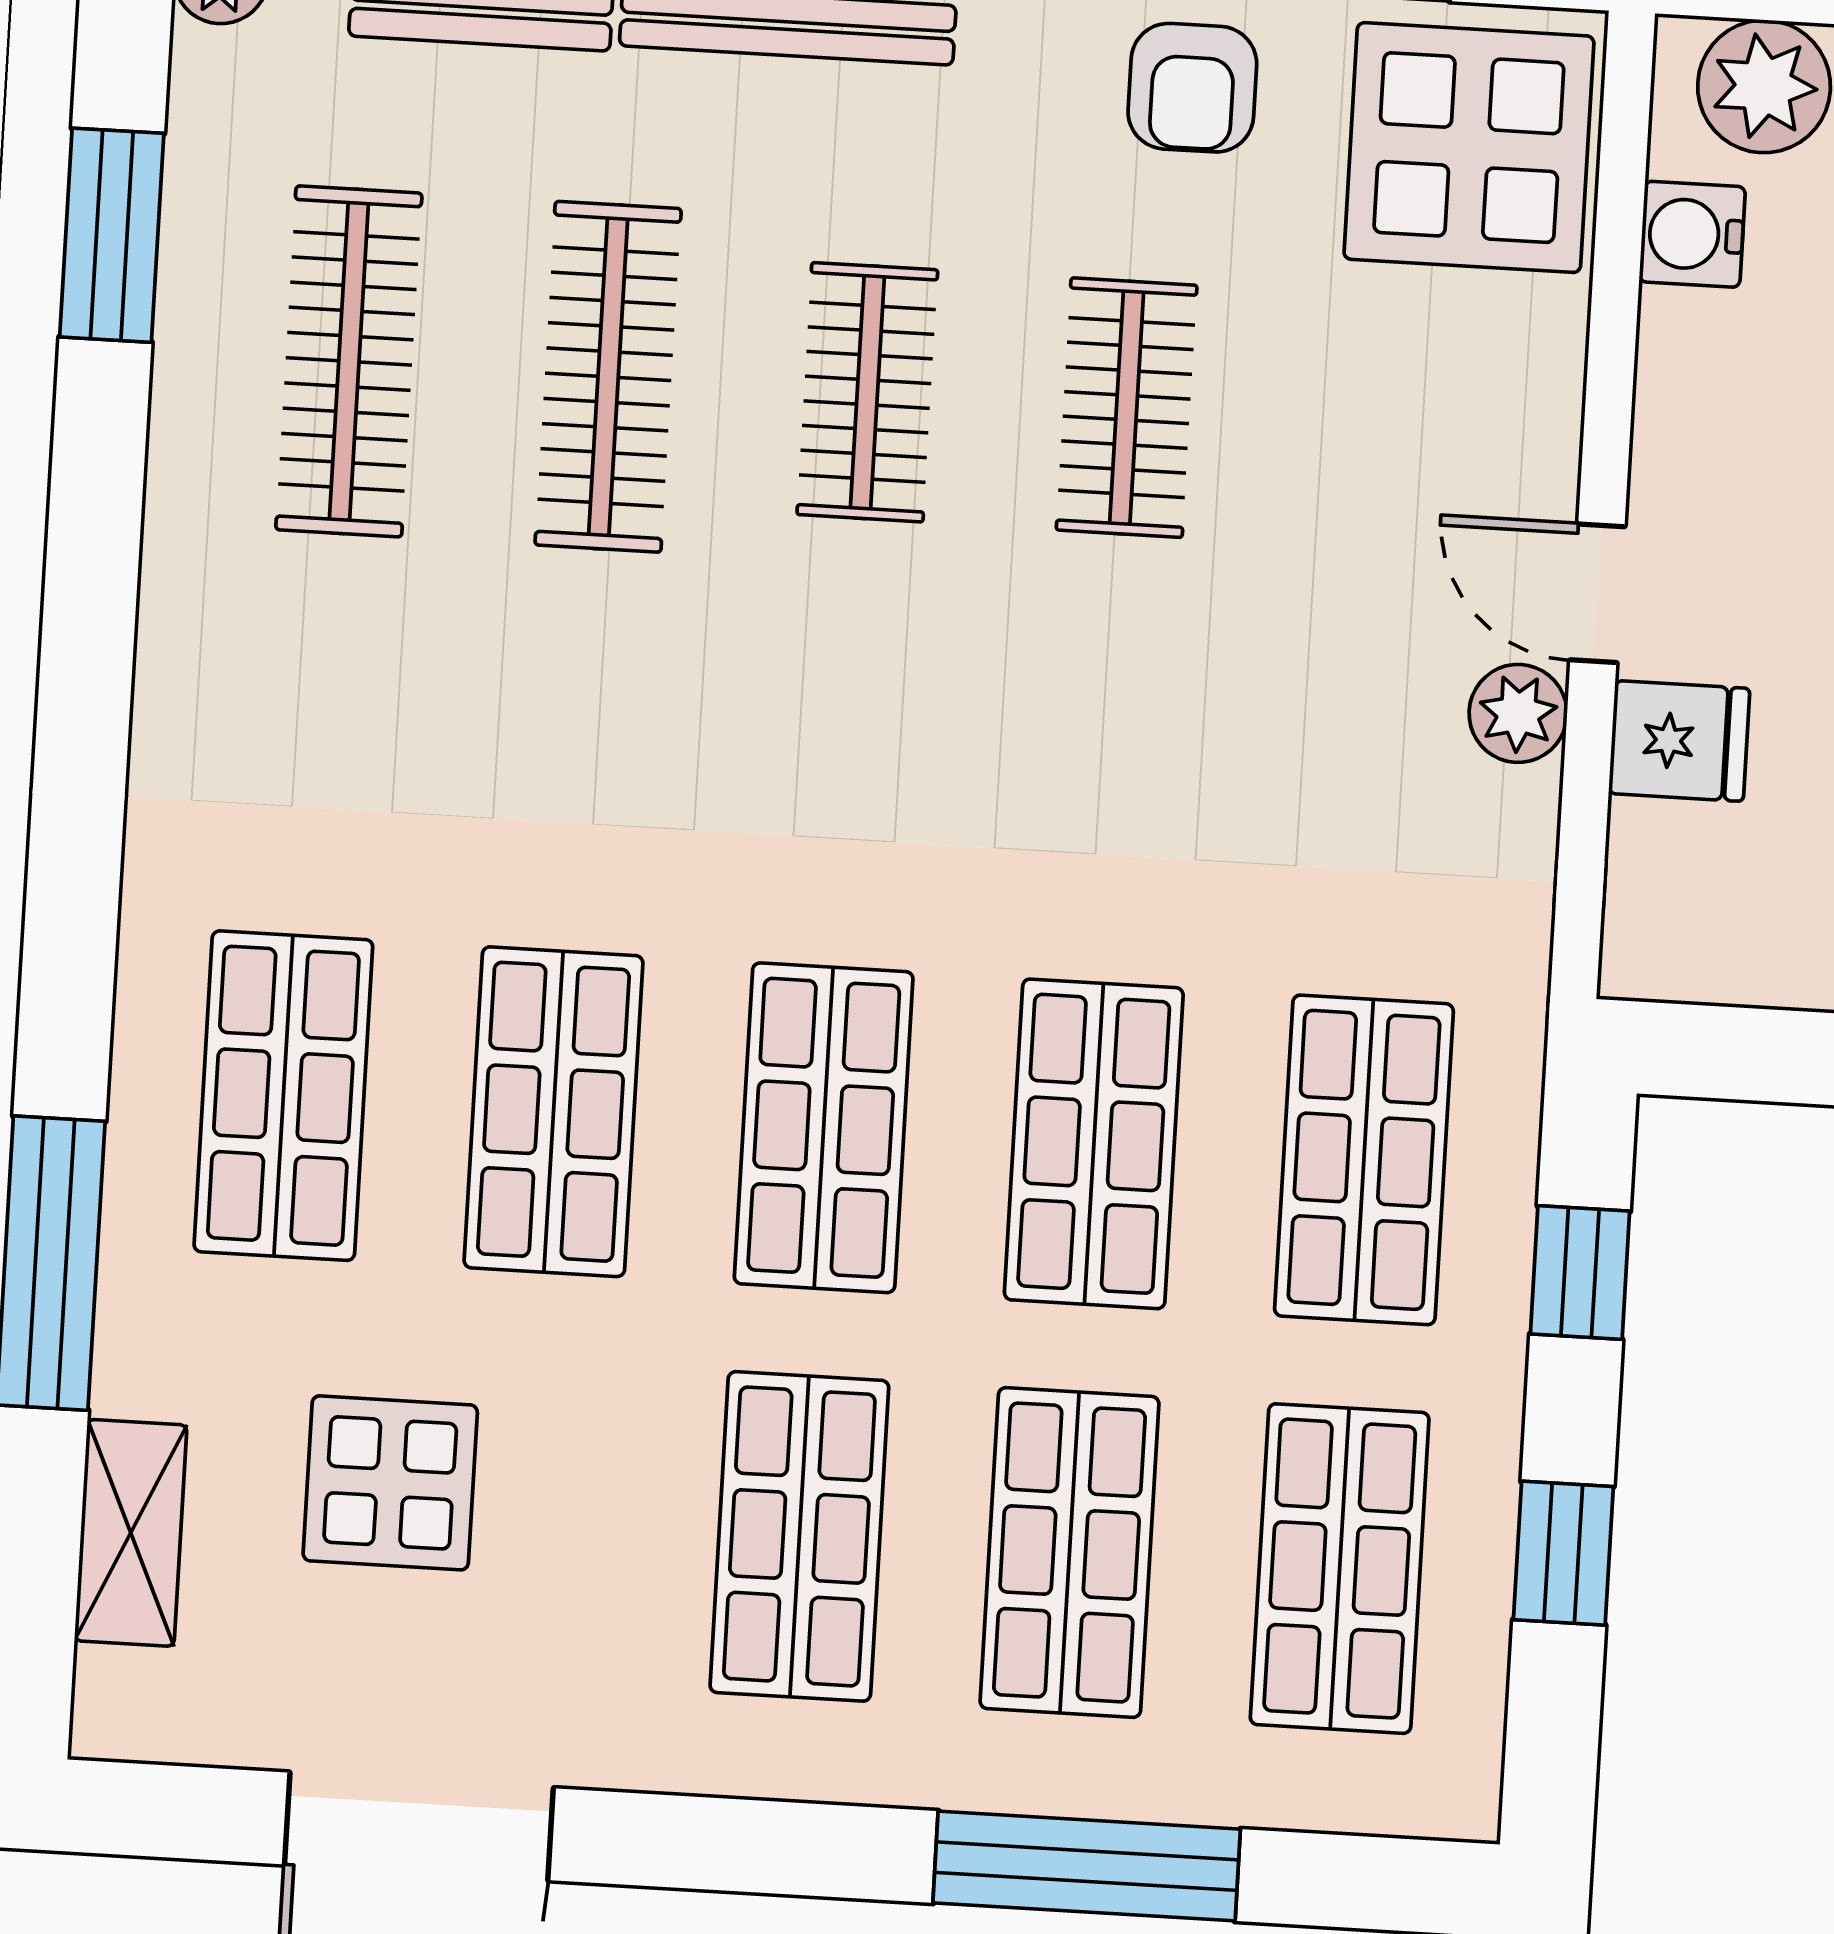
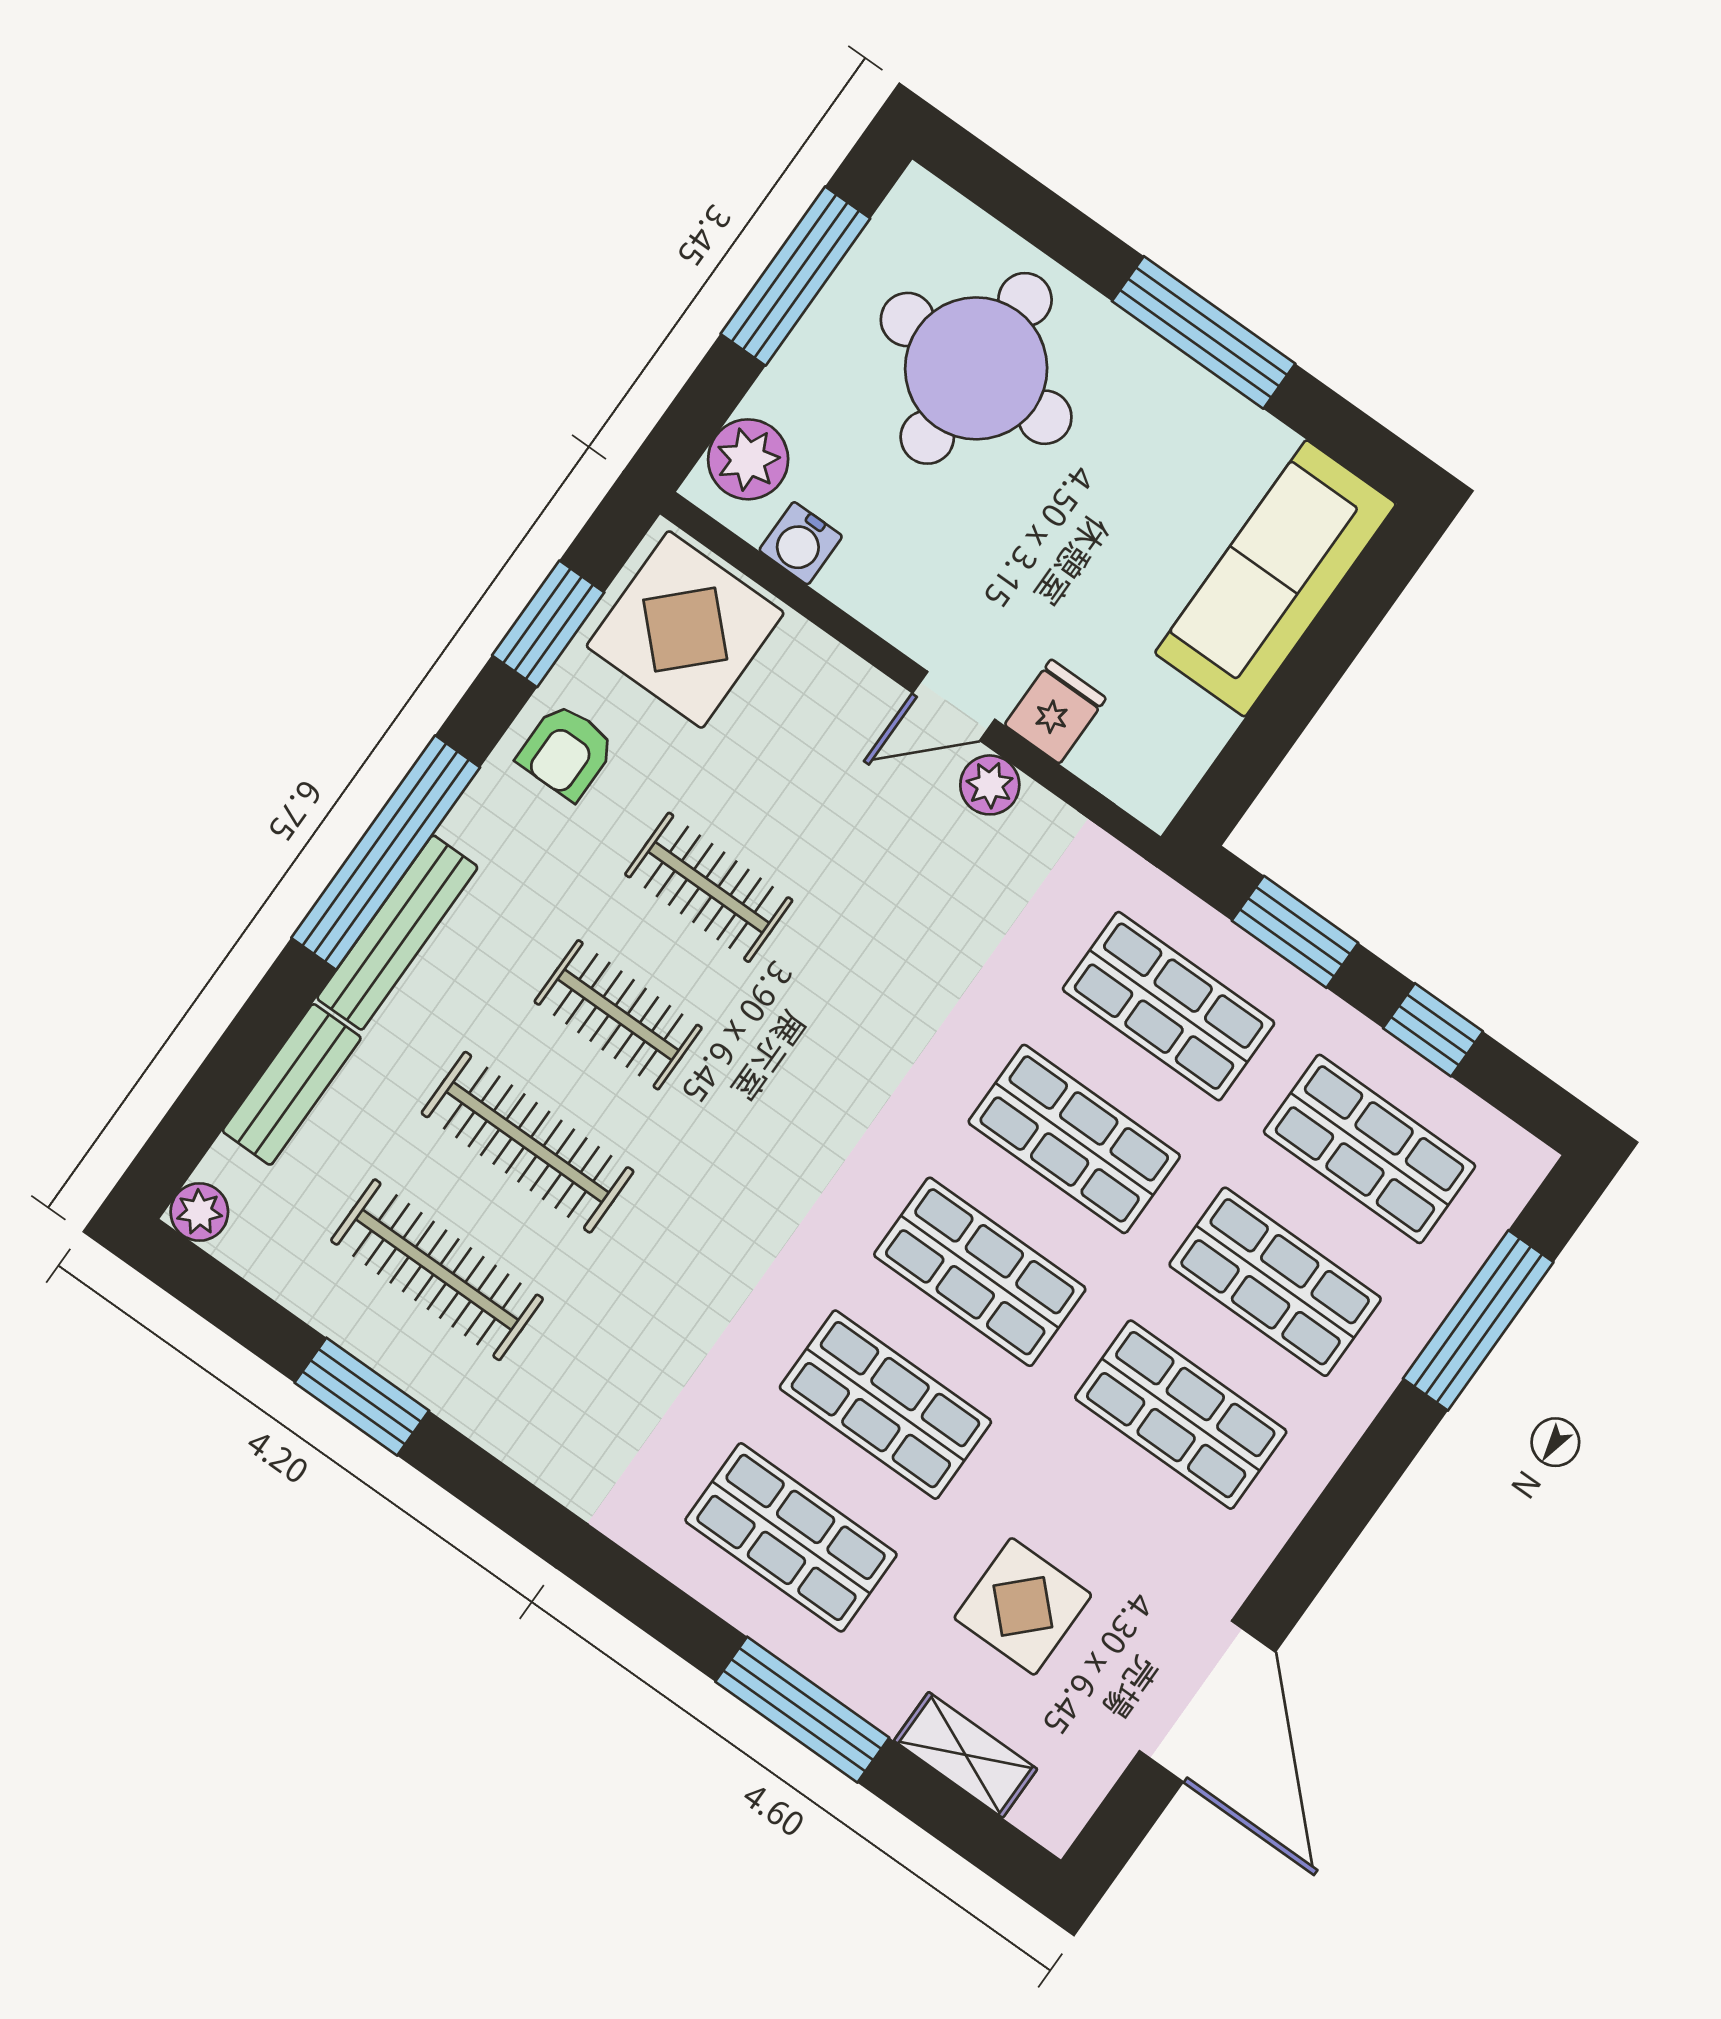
armchair: (1192, 88) -> (566, 752), turned 90
window: (112, 235) -> (362, 1397), moved
window: (1580, 1273) -> (1295, 932), width x1.50
window: (1087, 1866) -> (1478, 1320), moved

